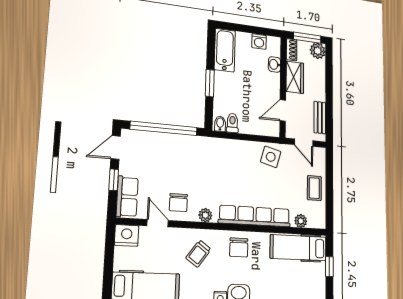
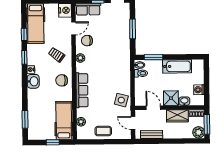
bathtub: (225, 50) -> (177, 66), moved
window: (210, 83) -> (153, 57), moved
shower: (270, 83) -> (171, 98), added
window: (164, 128) -> (133, 29), width x0.47
door: (304, 143) -> (133, 123), hinge flipped
row of seats: (255, 216) -> (82, 90), width x0.73

